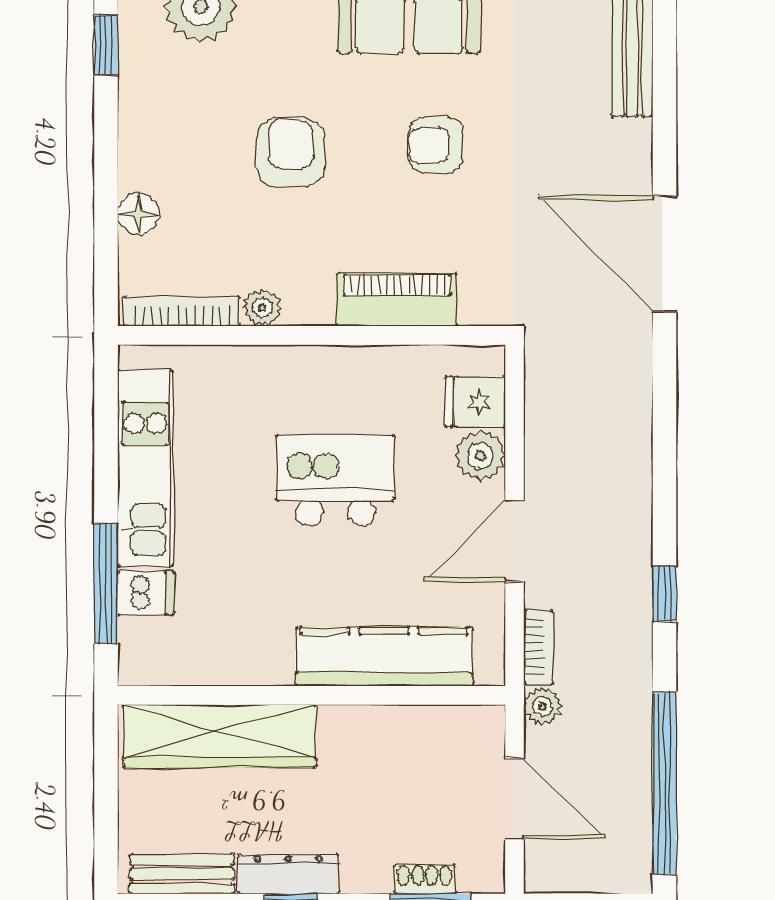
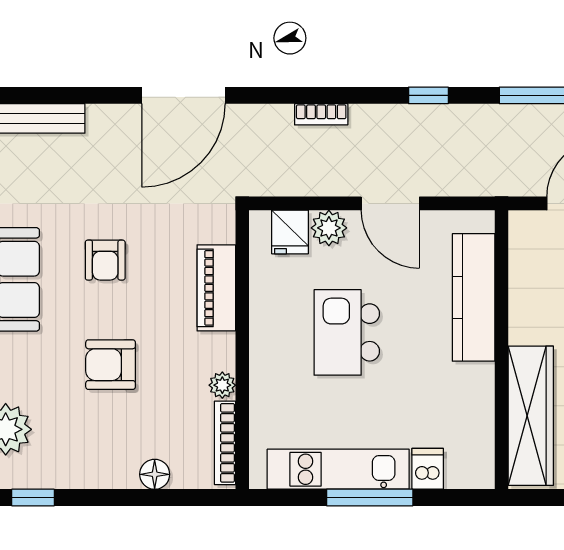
window: (106, 584) -> (370, 498), moved
bookcase: (539, 647) -> (321, 114), moved, turned 180
plant: (542, 706) -> (509, 183), removed

